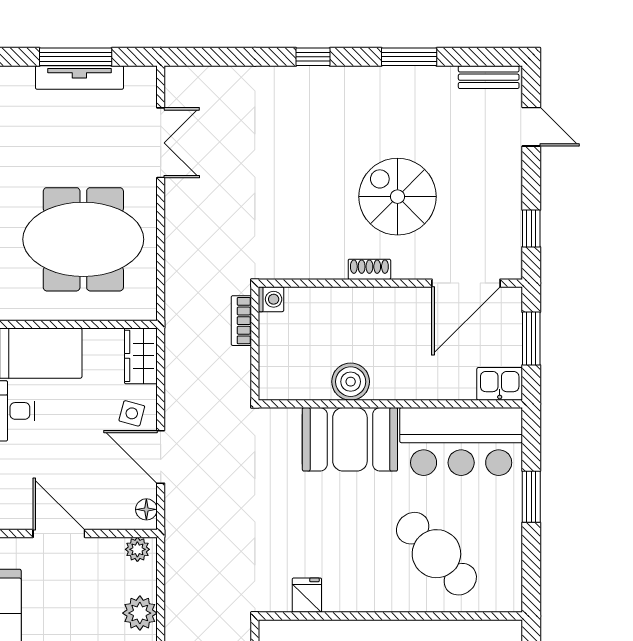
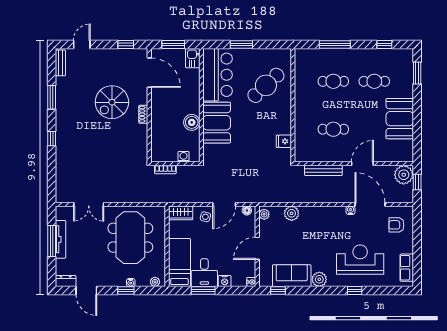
double door: (161, 143) -> (89, 204), swing flipped
washing machine: (271, 299) -> (184, 157), moved

